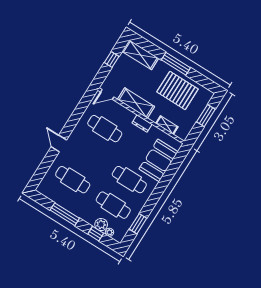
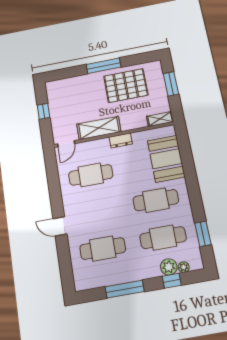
shelving: (140, 55) -> (66, 86), removed
shelving: (167, 125) -> (160, 119), moved

